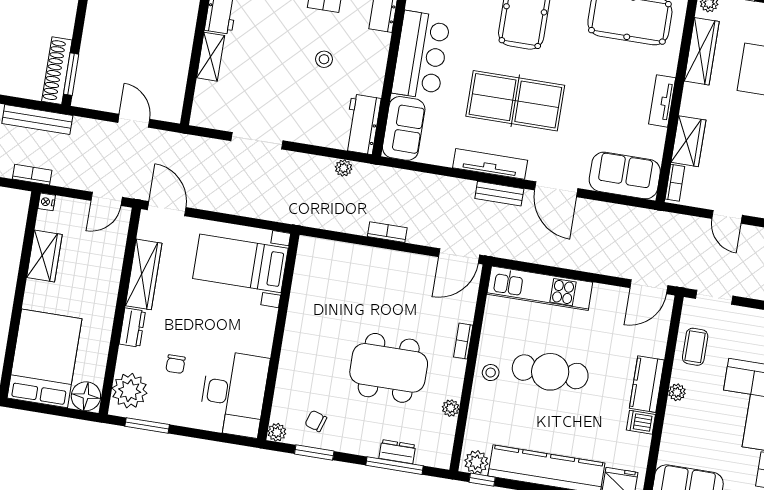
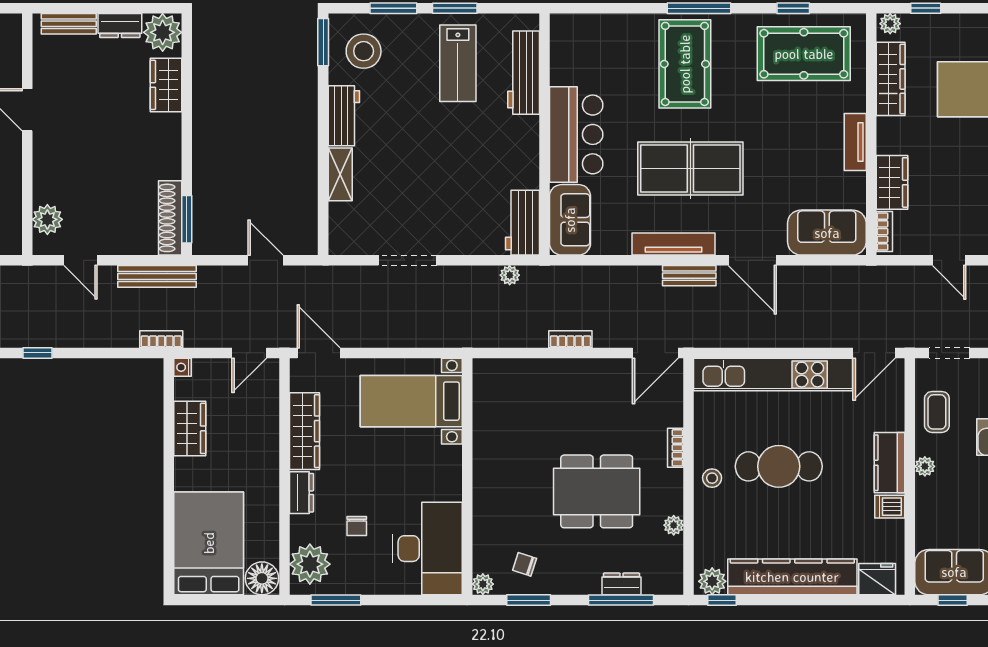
stool: (324, 59) -> (468, 157), removed
kitchen unit: (540, 288) -> (773, 375), width x1.36

